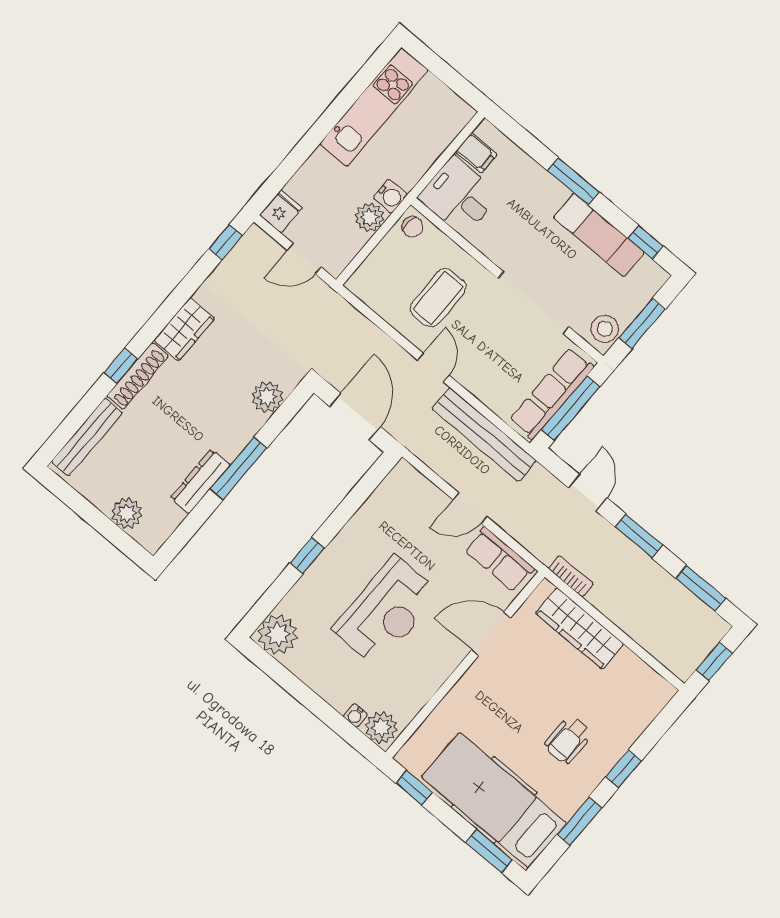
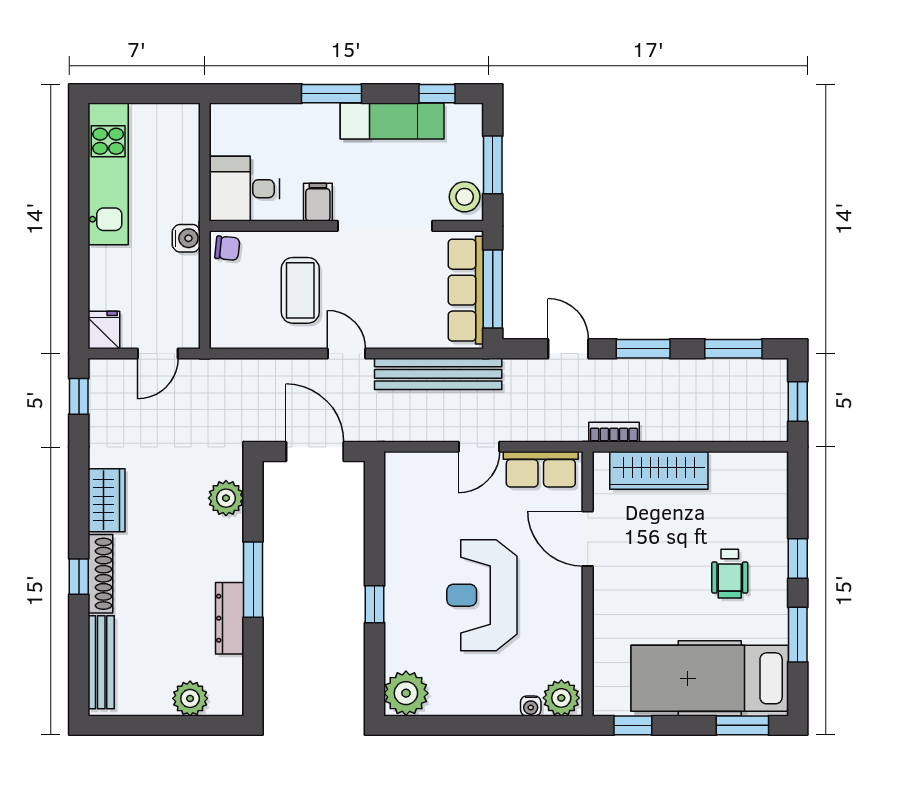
filing cabinet: (476, 153) -> (318, 202), moved, turned -90
plant: (370, 217) -> (184, 271), removed
reception desk: (386, 611) -> (482, 595), turned 180
door: (491, 634) -> (588, 539), hinge flipped

